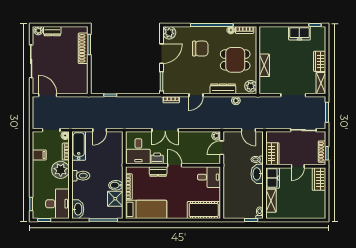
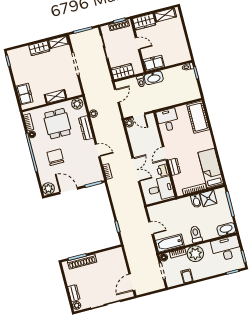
freezer: (299, 33) -> (24, 94), moved
wardrobe: (272, 154) -> (122, 72), moved
shelving: (271, 201) -> (165, 15), moved

